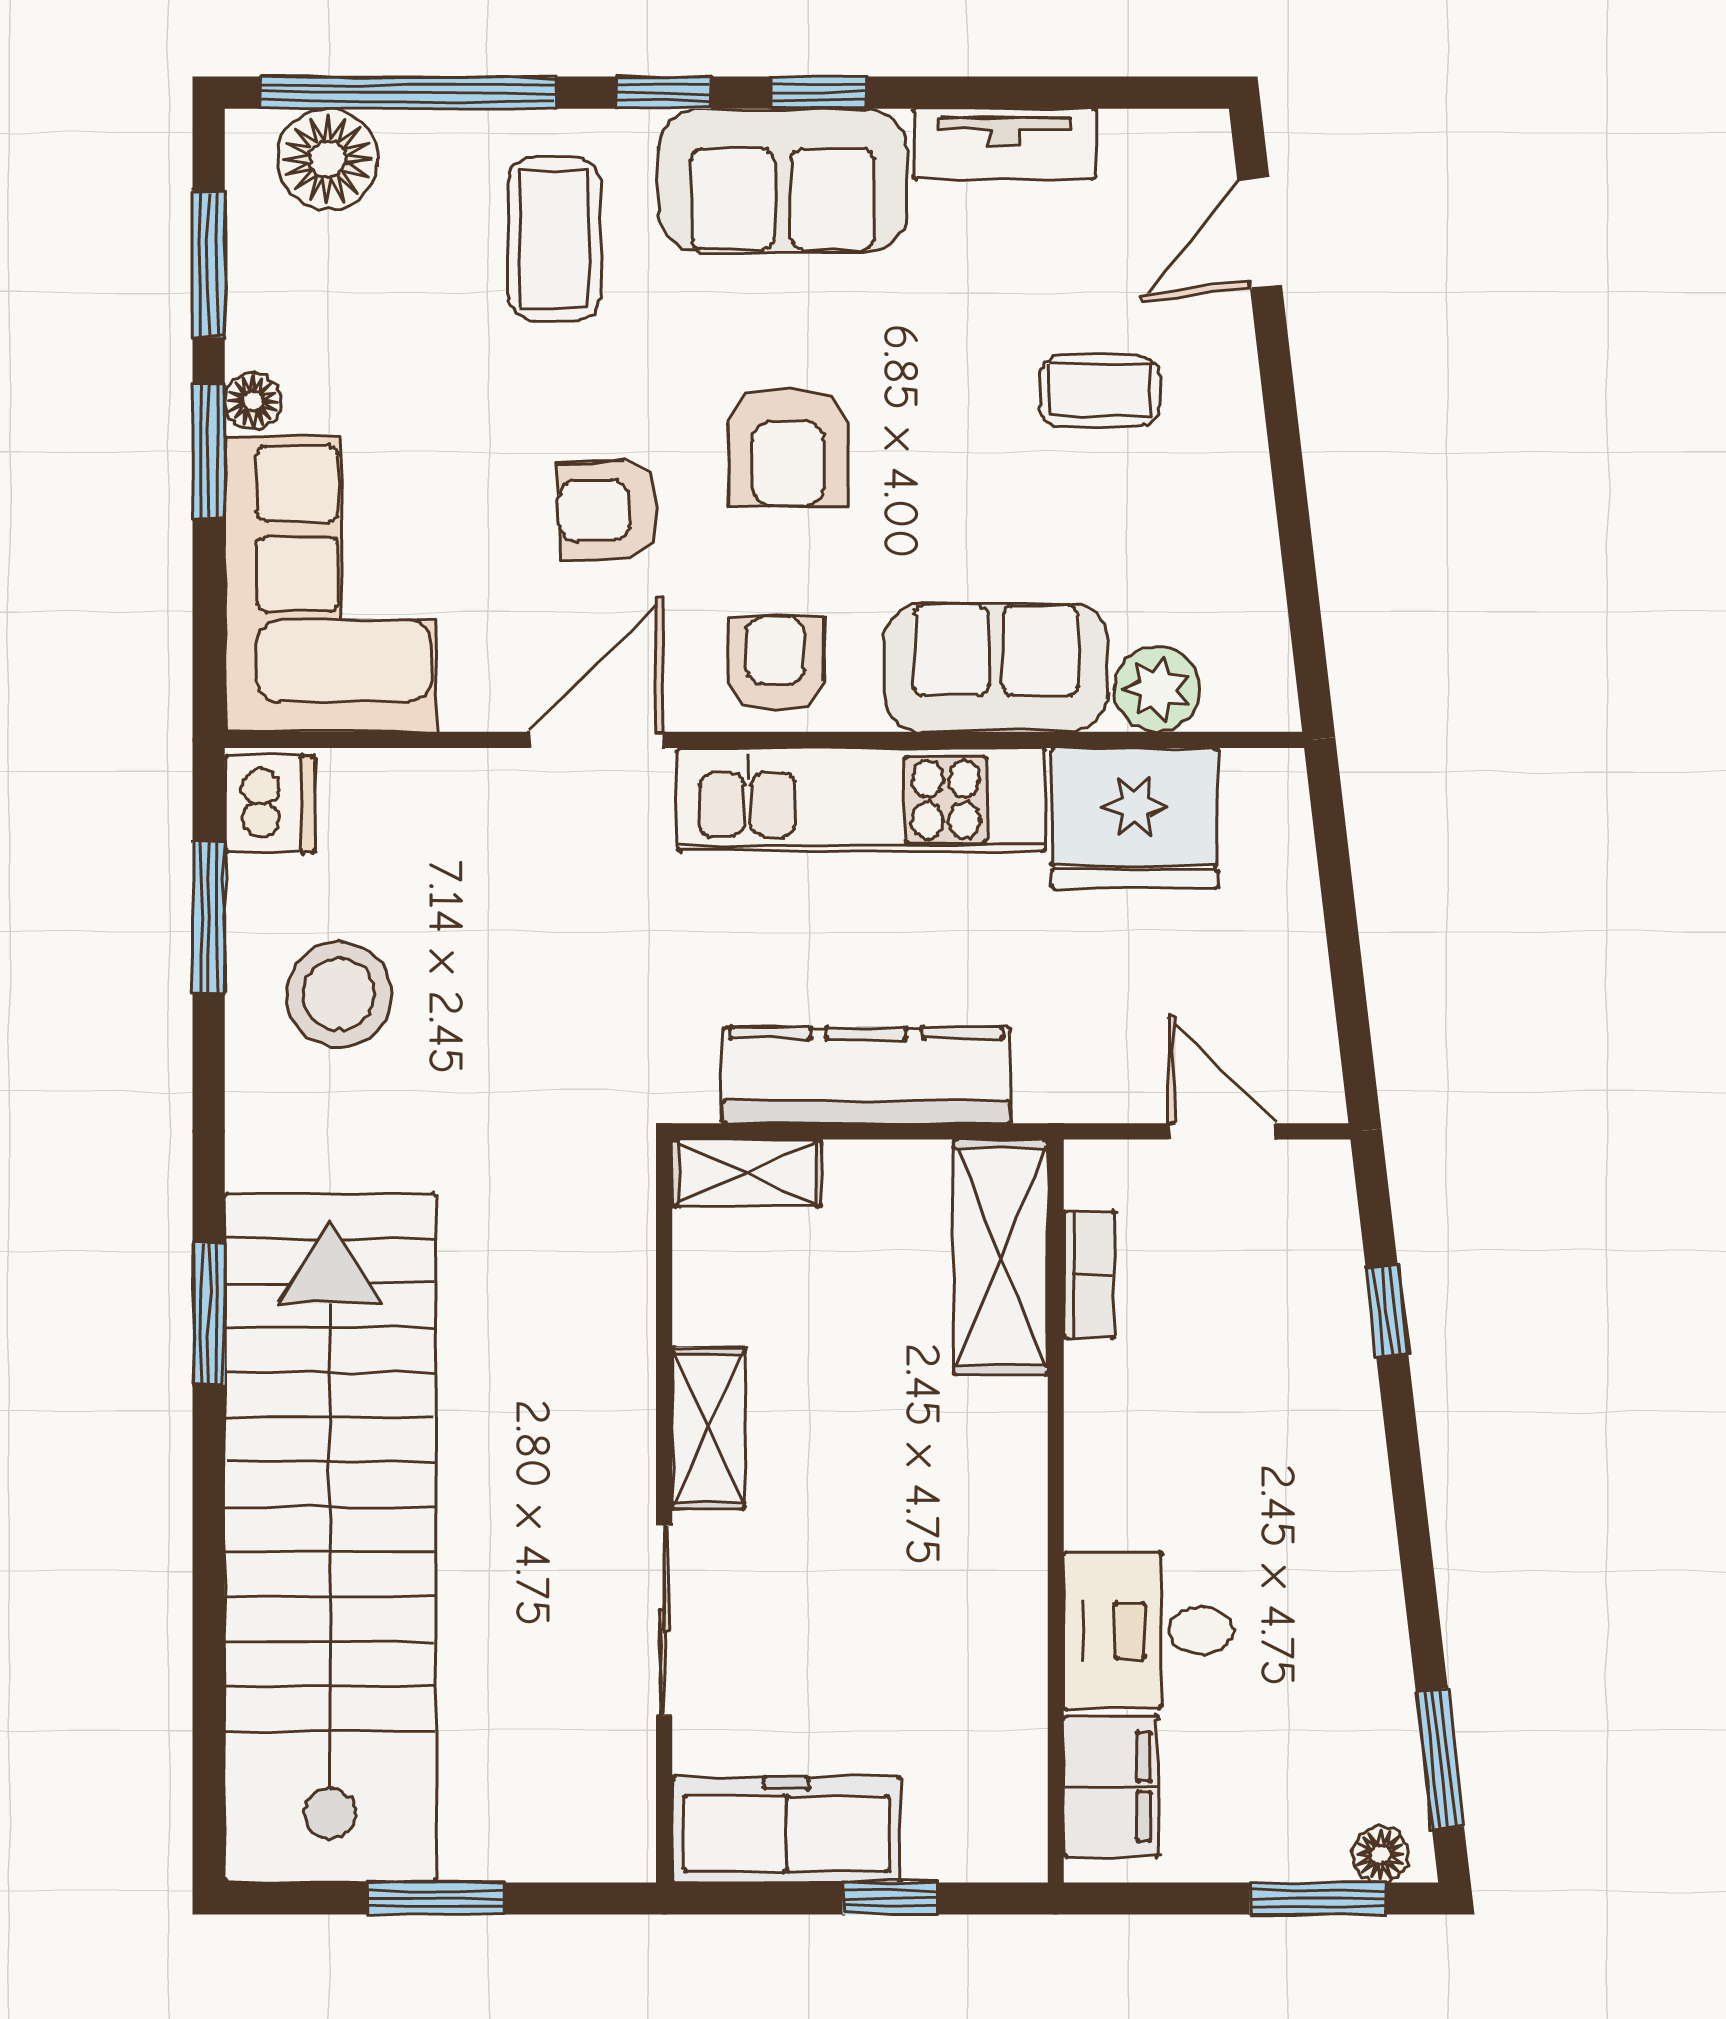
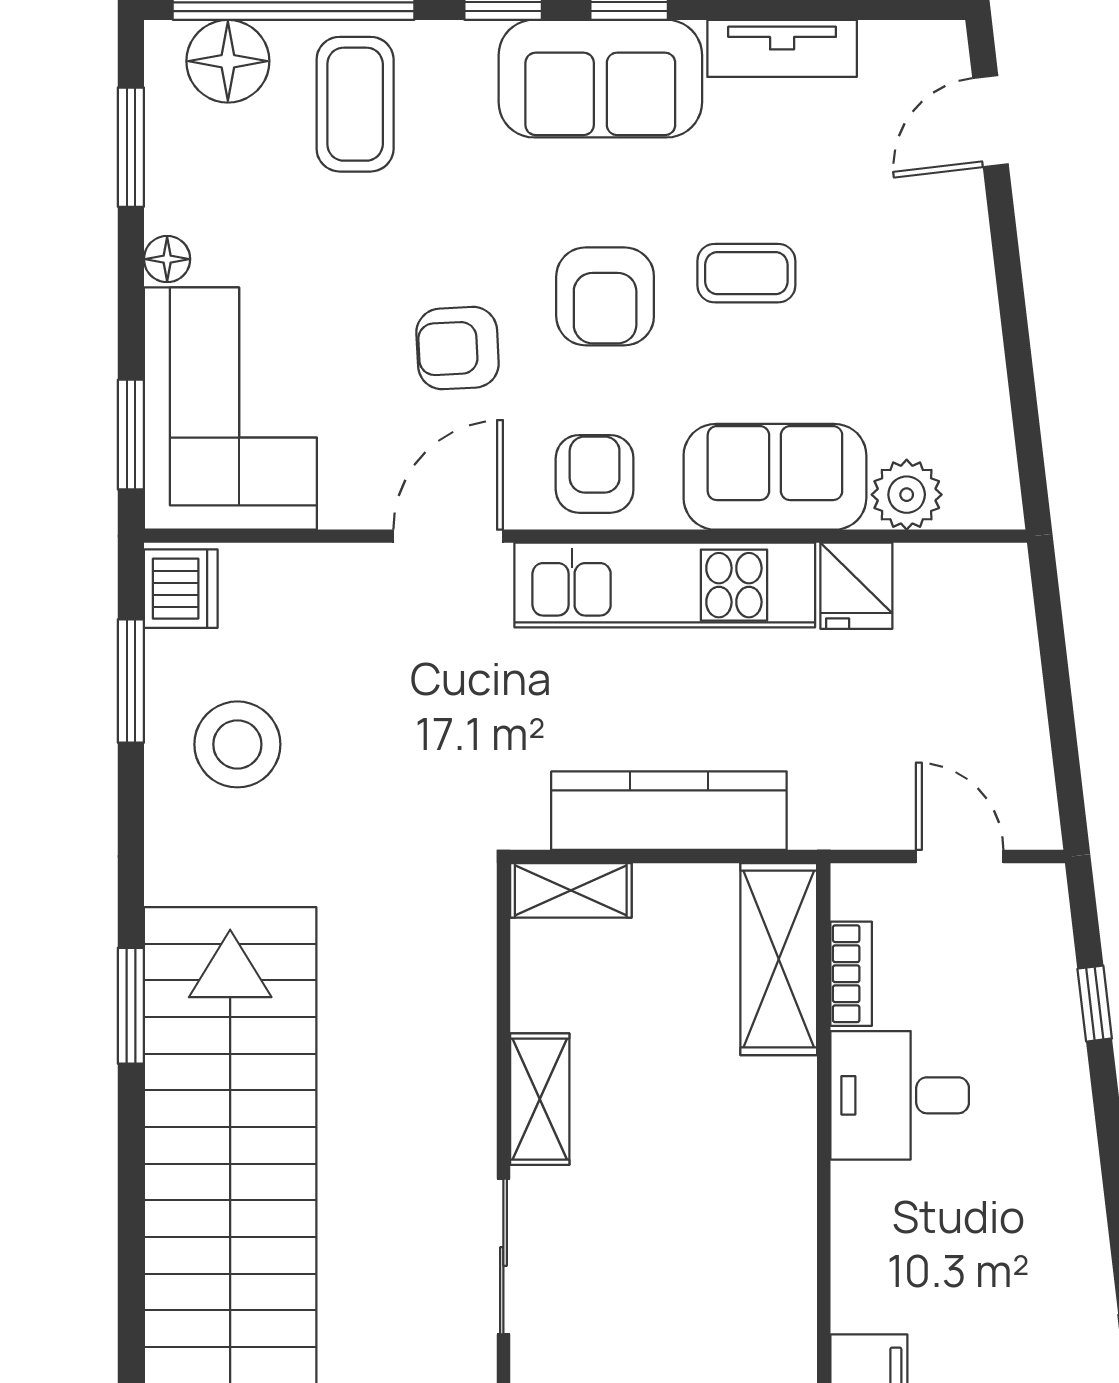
coffee table: (554, 239) -> (355, 104), moved
coffee table: (1099, 391) -> (746, 273), moved
window: (209, 451) -> (131, 435), moved
fridge: (1135, 818) -> (856, 586), width x0.53, depth x0.75
desk: (1148, 1631) -> (900, 1095), moved

